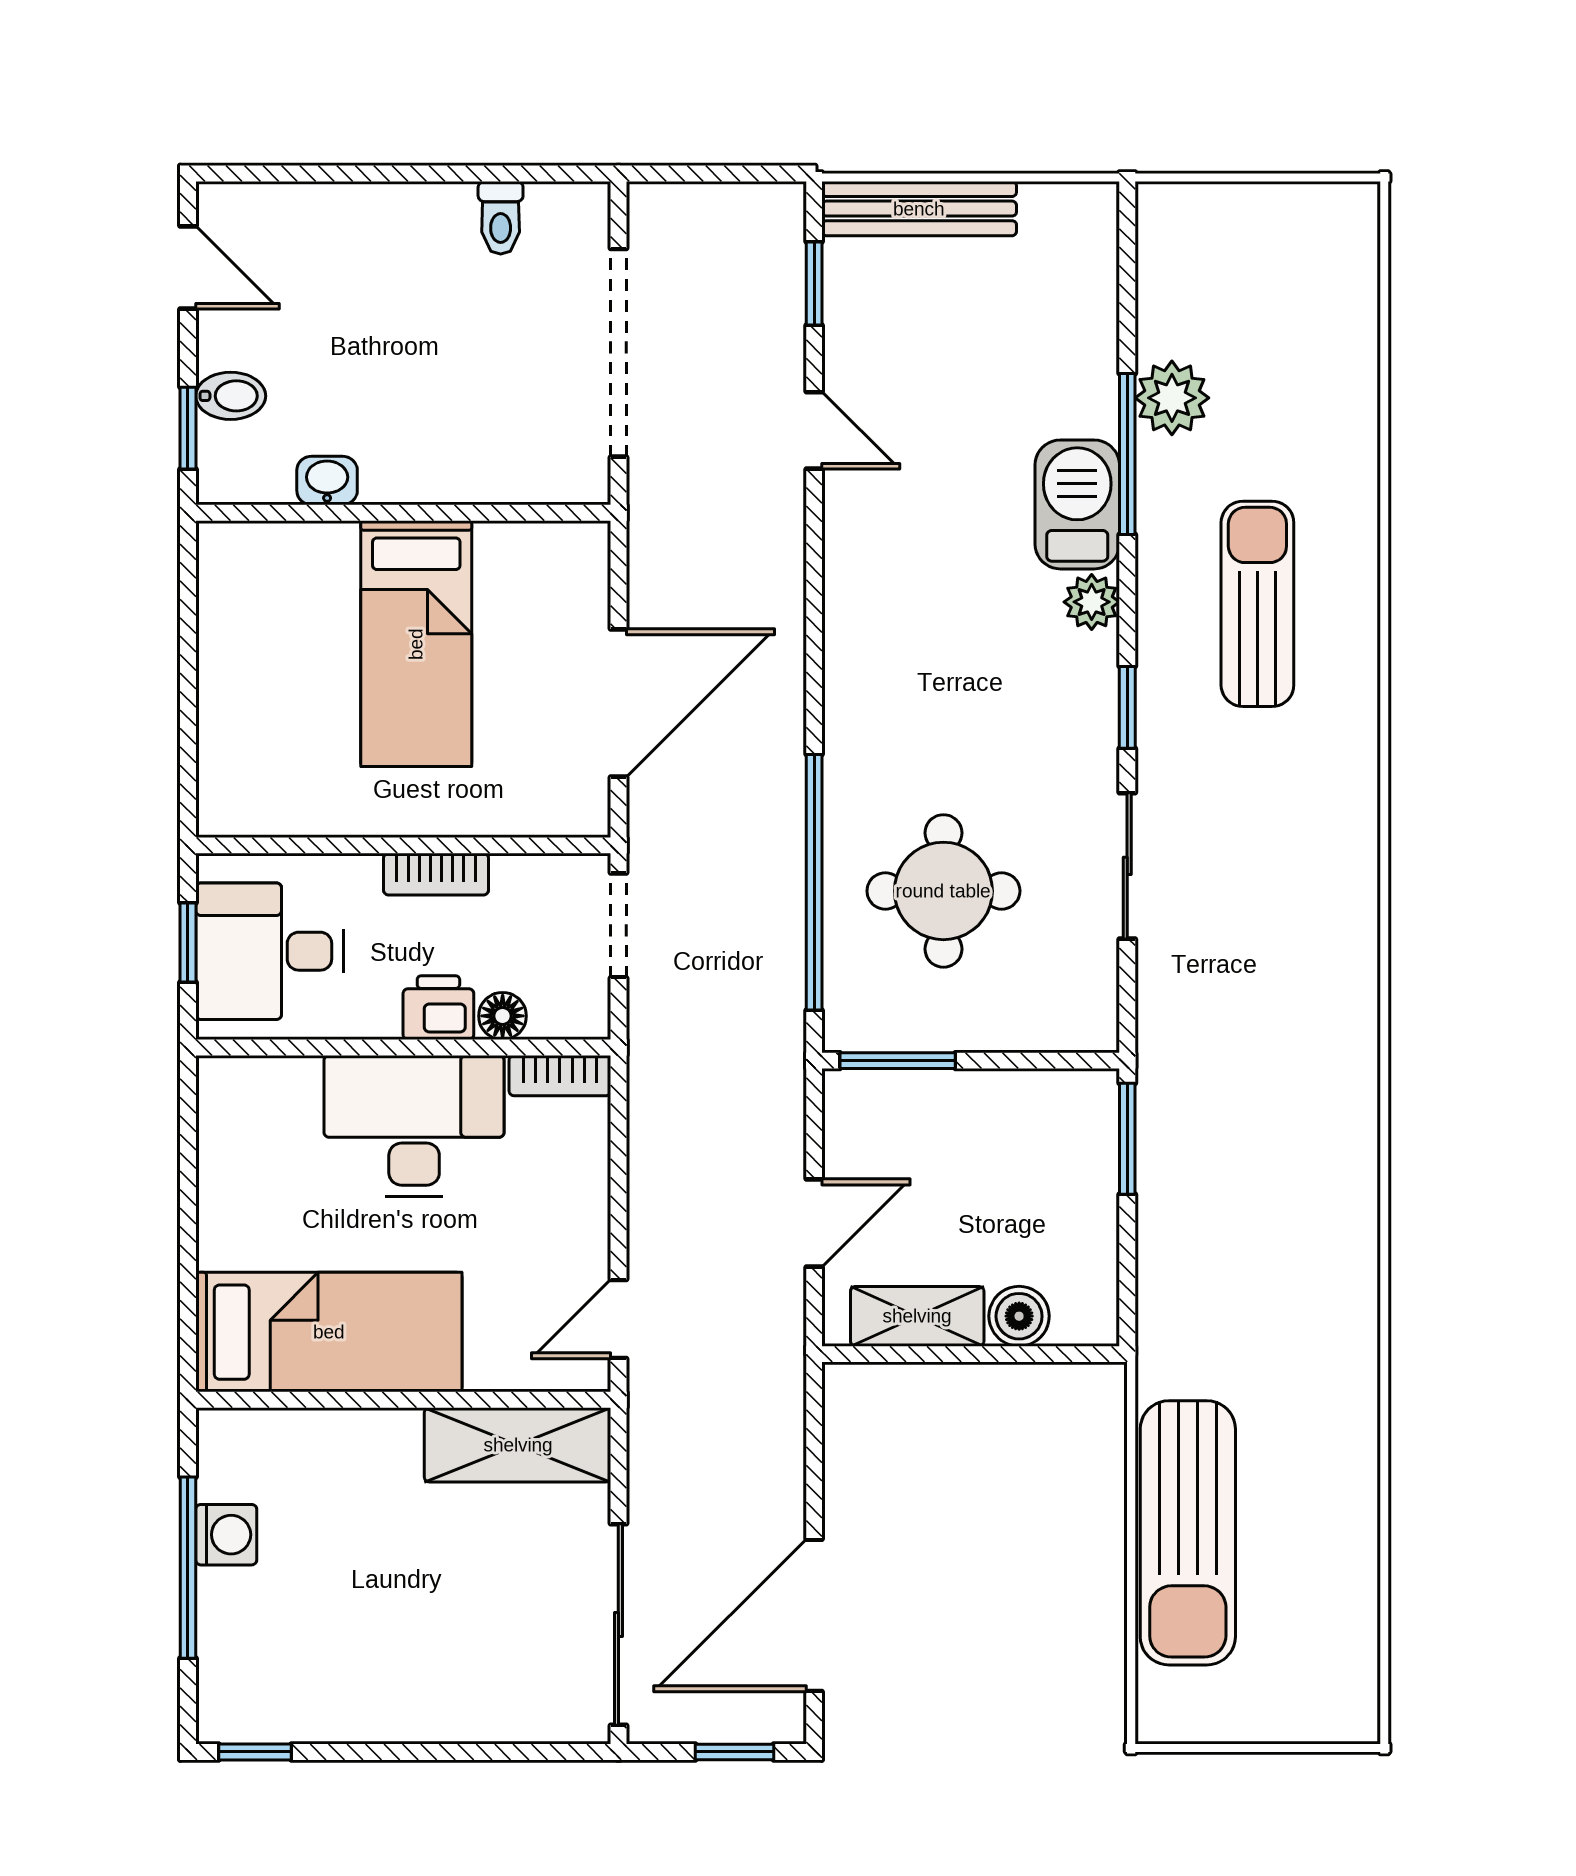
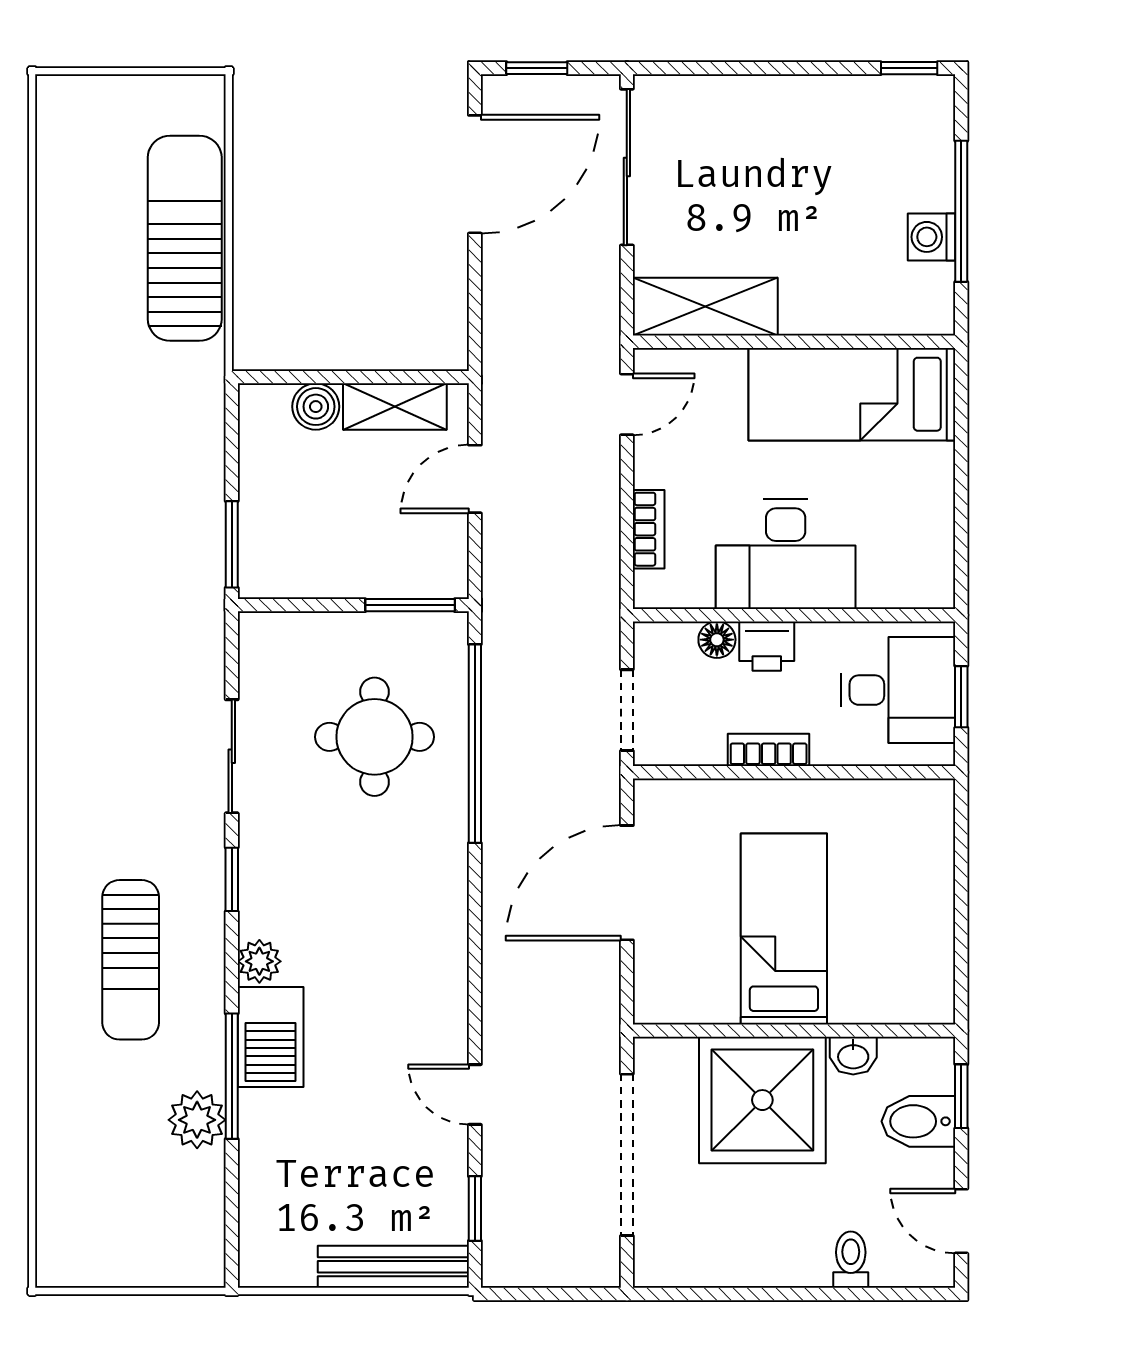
toilet: (501, 218) -> (851, 1260), moved
bidet: (231, 396) -> (918, 1121), width x1.38, depth x1.36
shower: (444, 423) -> (762, 1100), added
bookcase: (560, 1076) -> (649, 529), moved, turned 90

